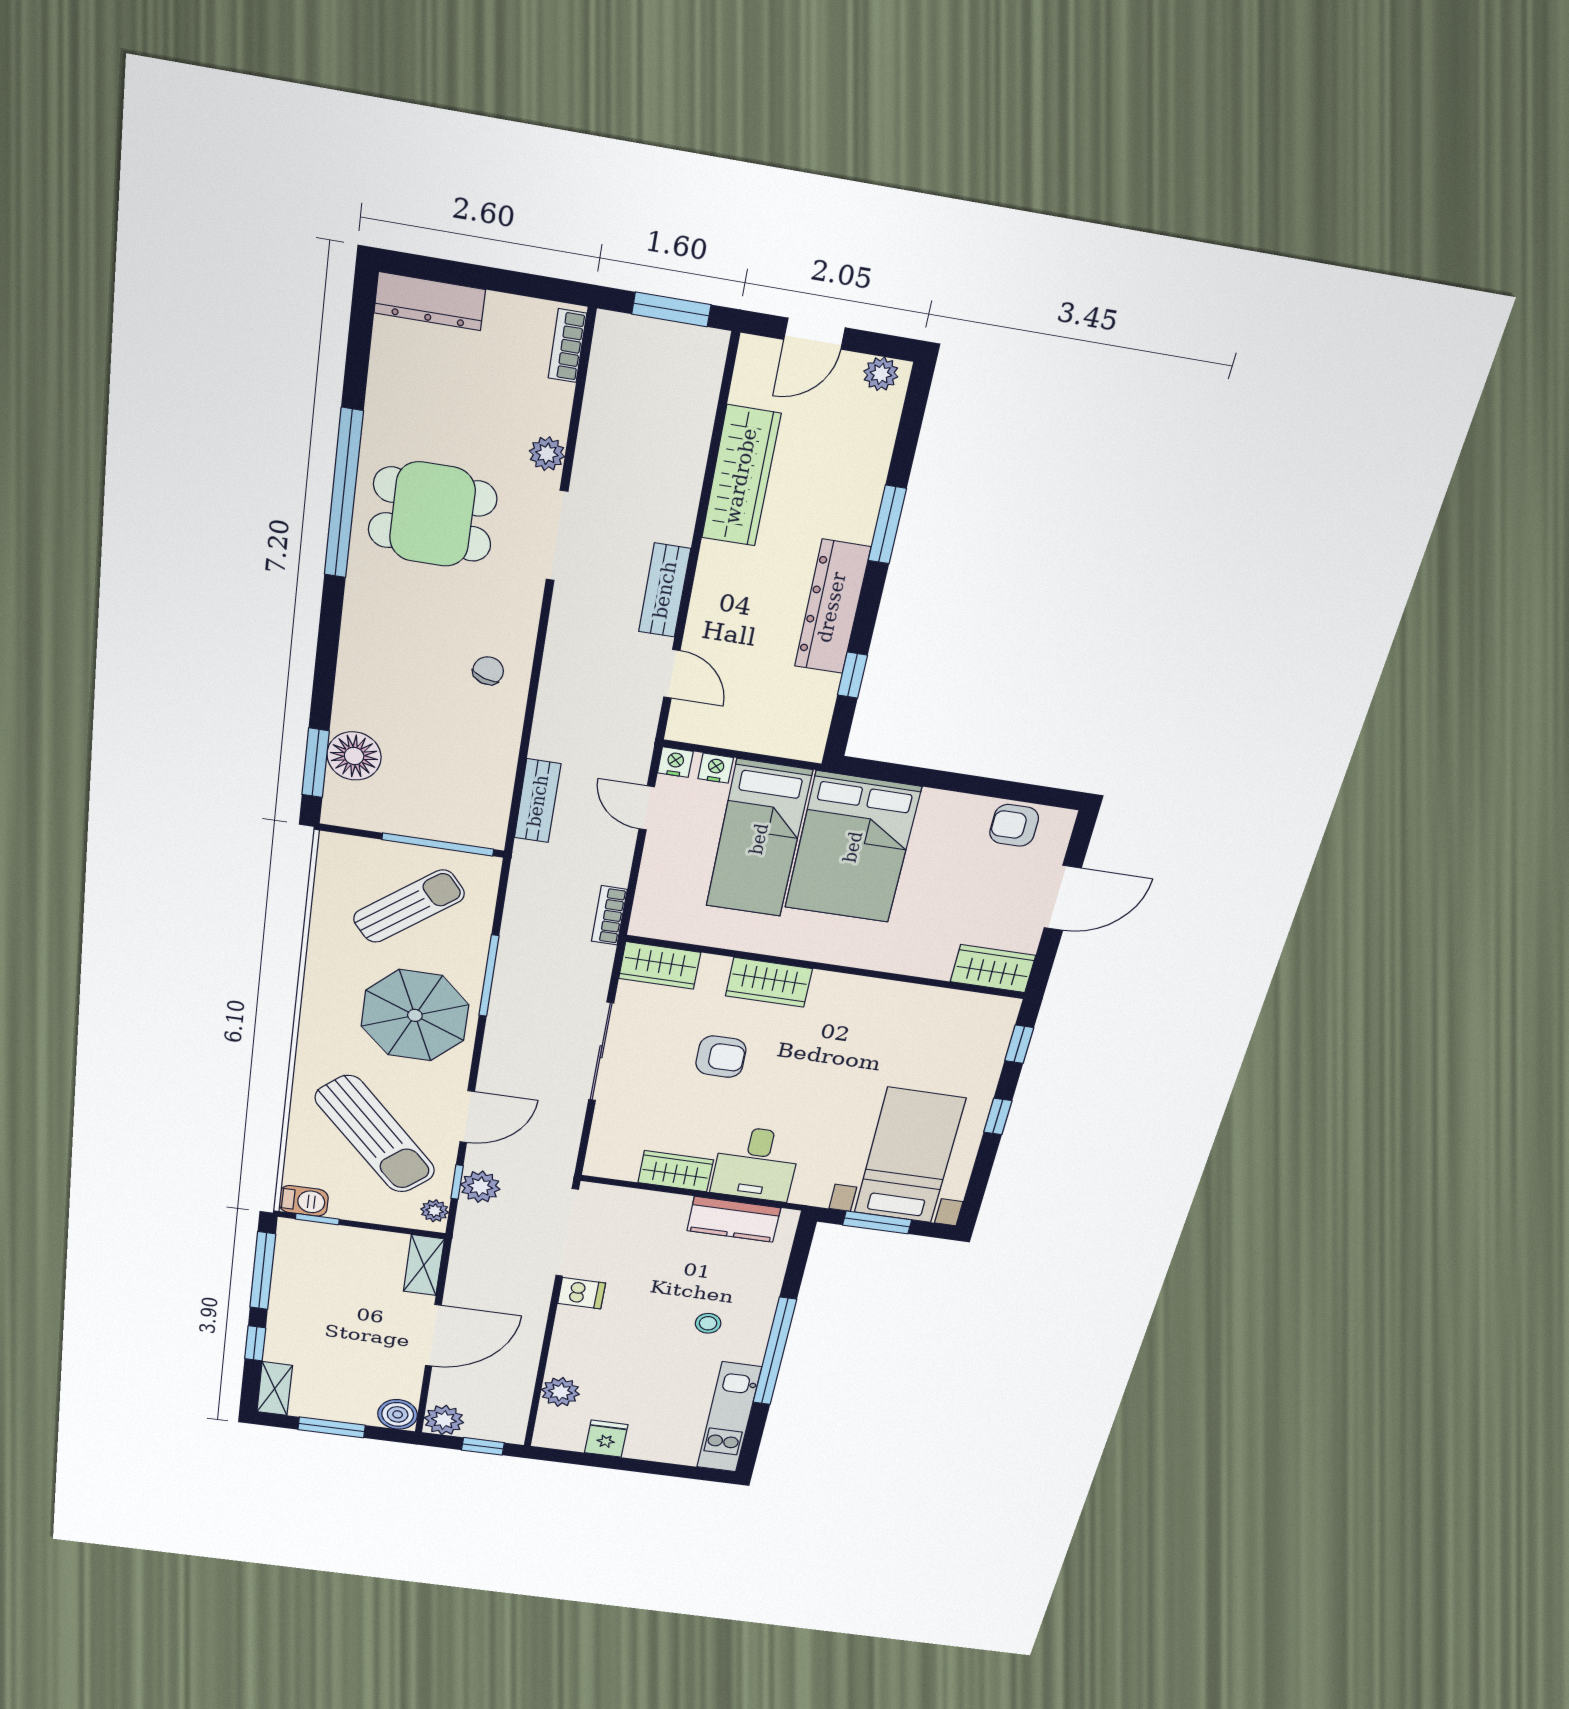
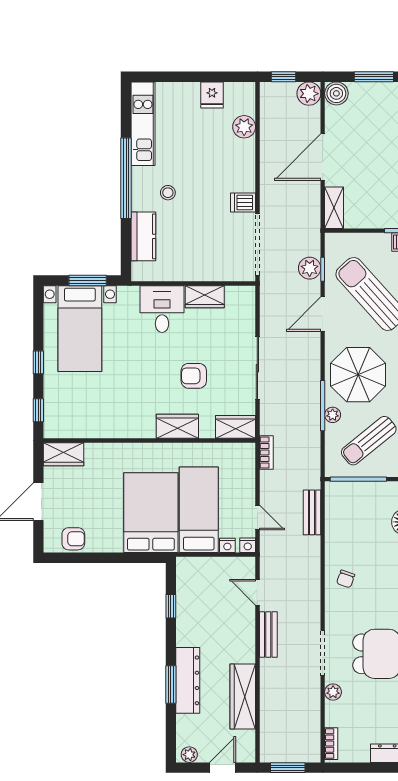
dresser: (832, 607) -> (188, 680), moved
plant: (435, 1211) -> (333, 415), moved
kitchen counter: (734, 1219) -> (143, 236), moved, turned 90

